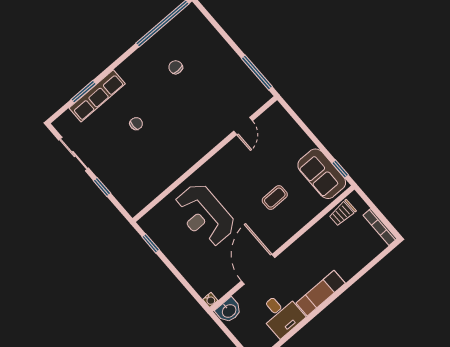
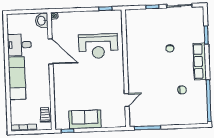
row of seats: (97, 96) -> (200, 61), moved
door: (243, 126) -> (127, 100), swing flipped
sofa: (322, 174) -> (85, 119), moved
coffee table: (275, 198) -> (79, 88), removed
reception desk: (204, 215) -> (98, 46), turned 180
exam couch: (321, 293) -> (17, 78), width x1.36, depth x1.45

